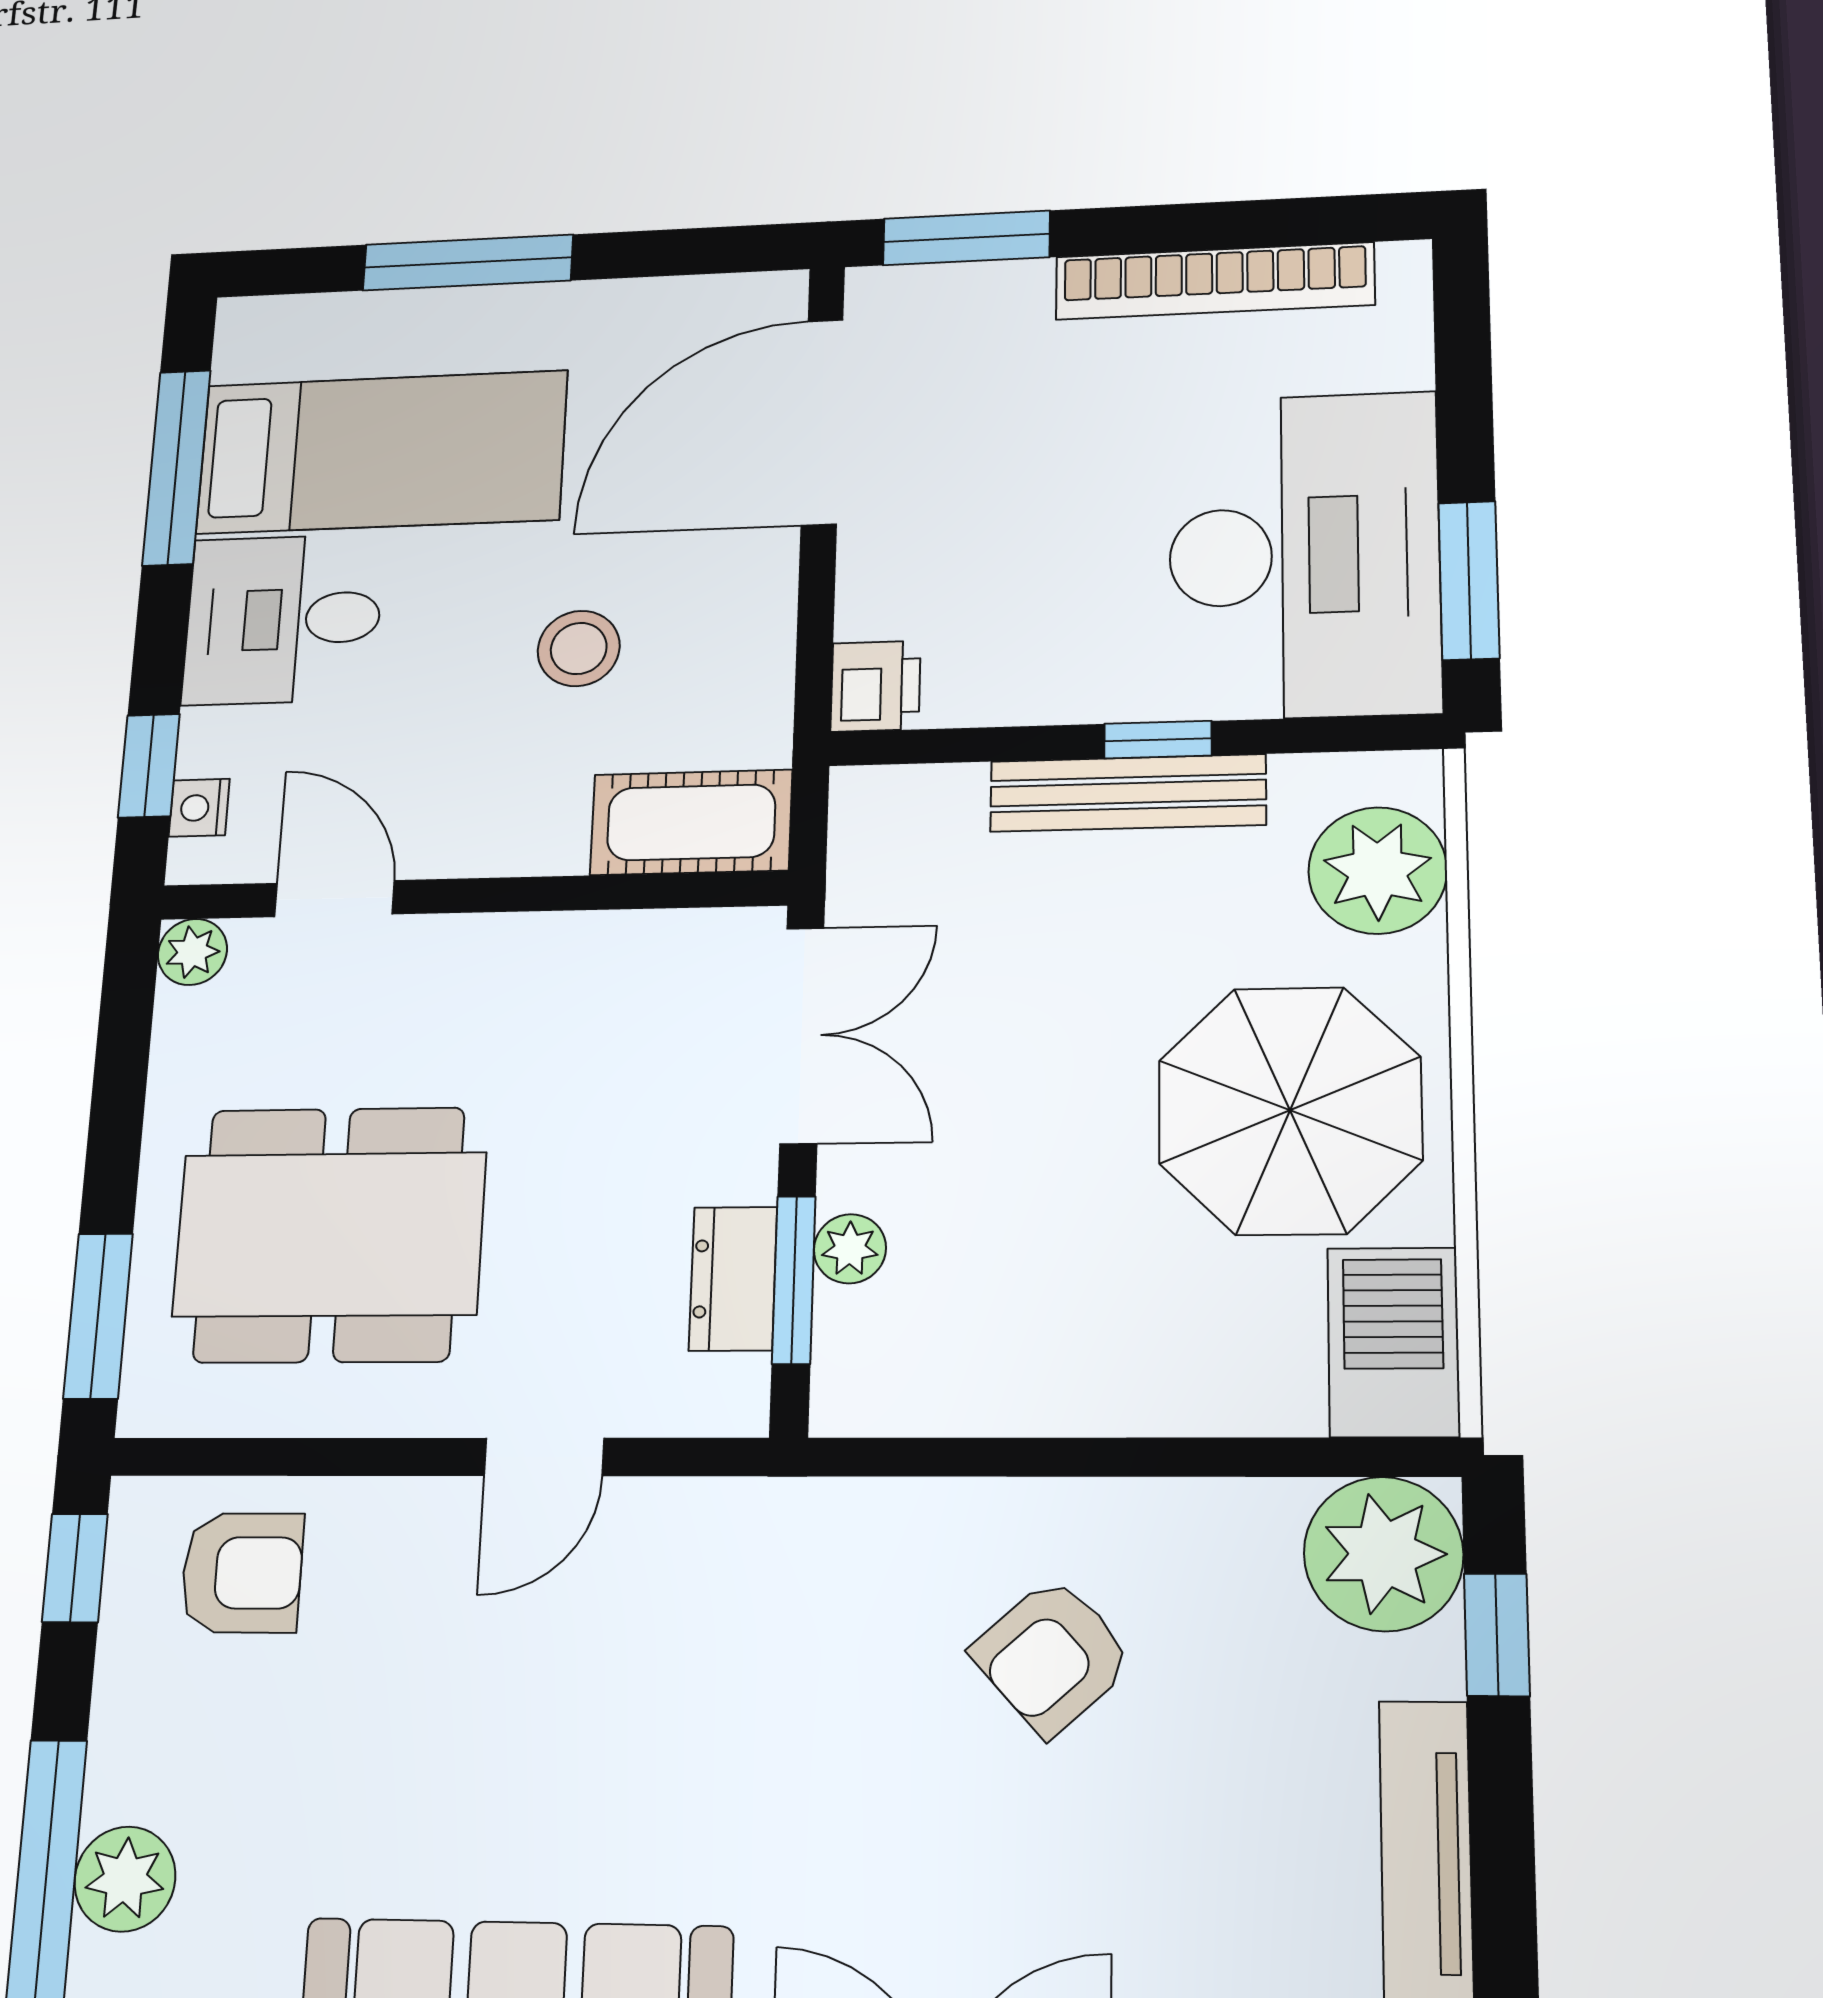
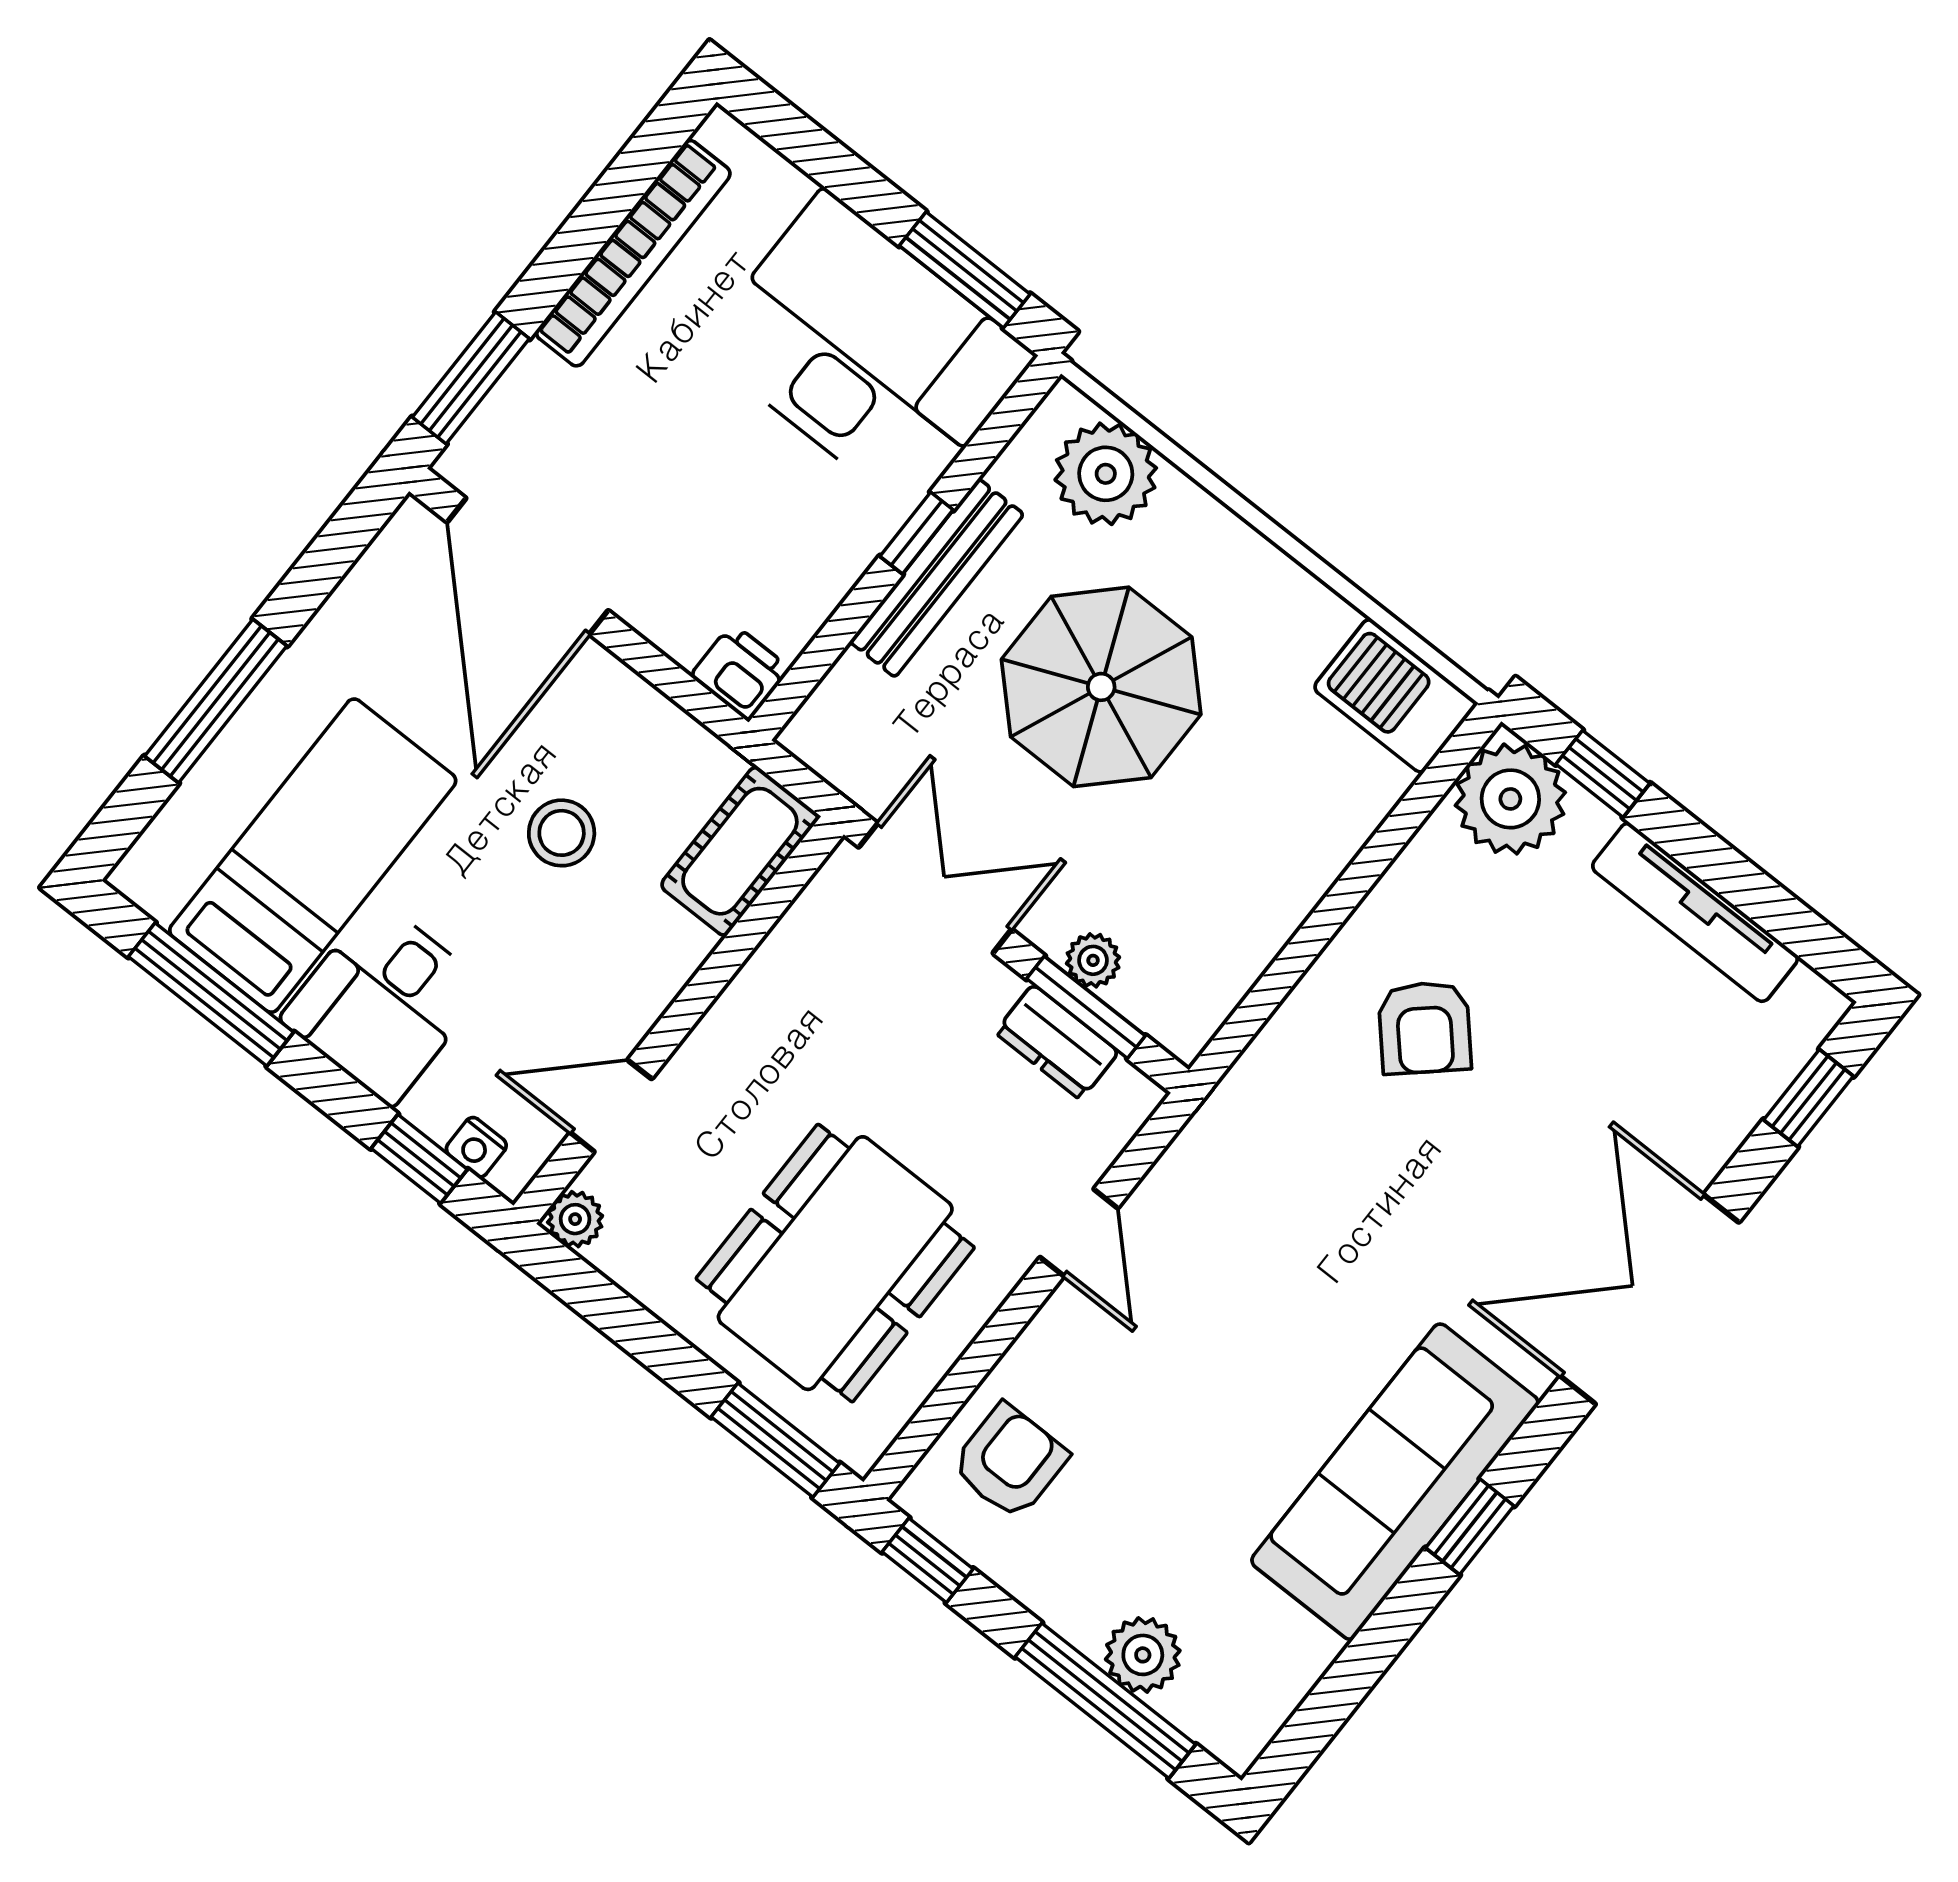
parasol: (1290, 1110) -> (1101, 687), moved

